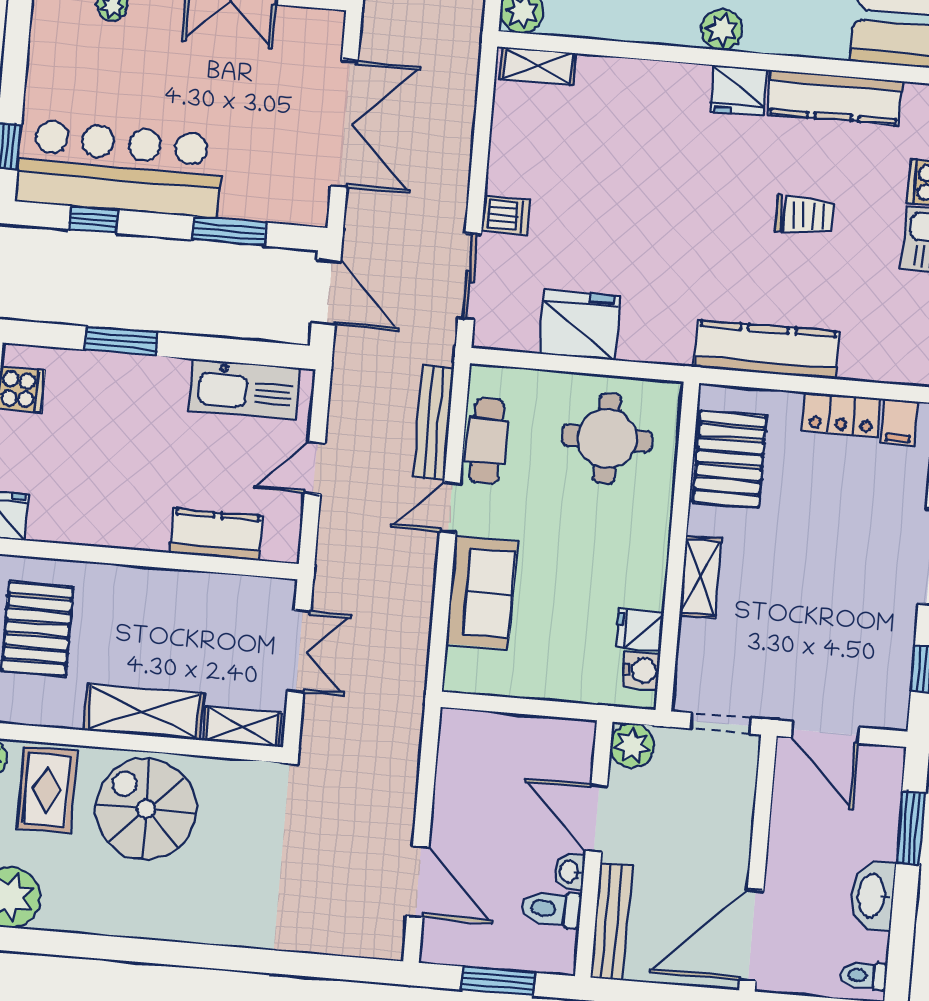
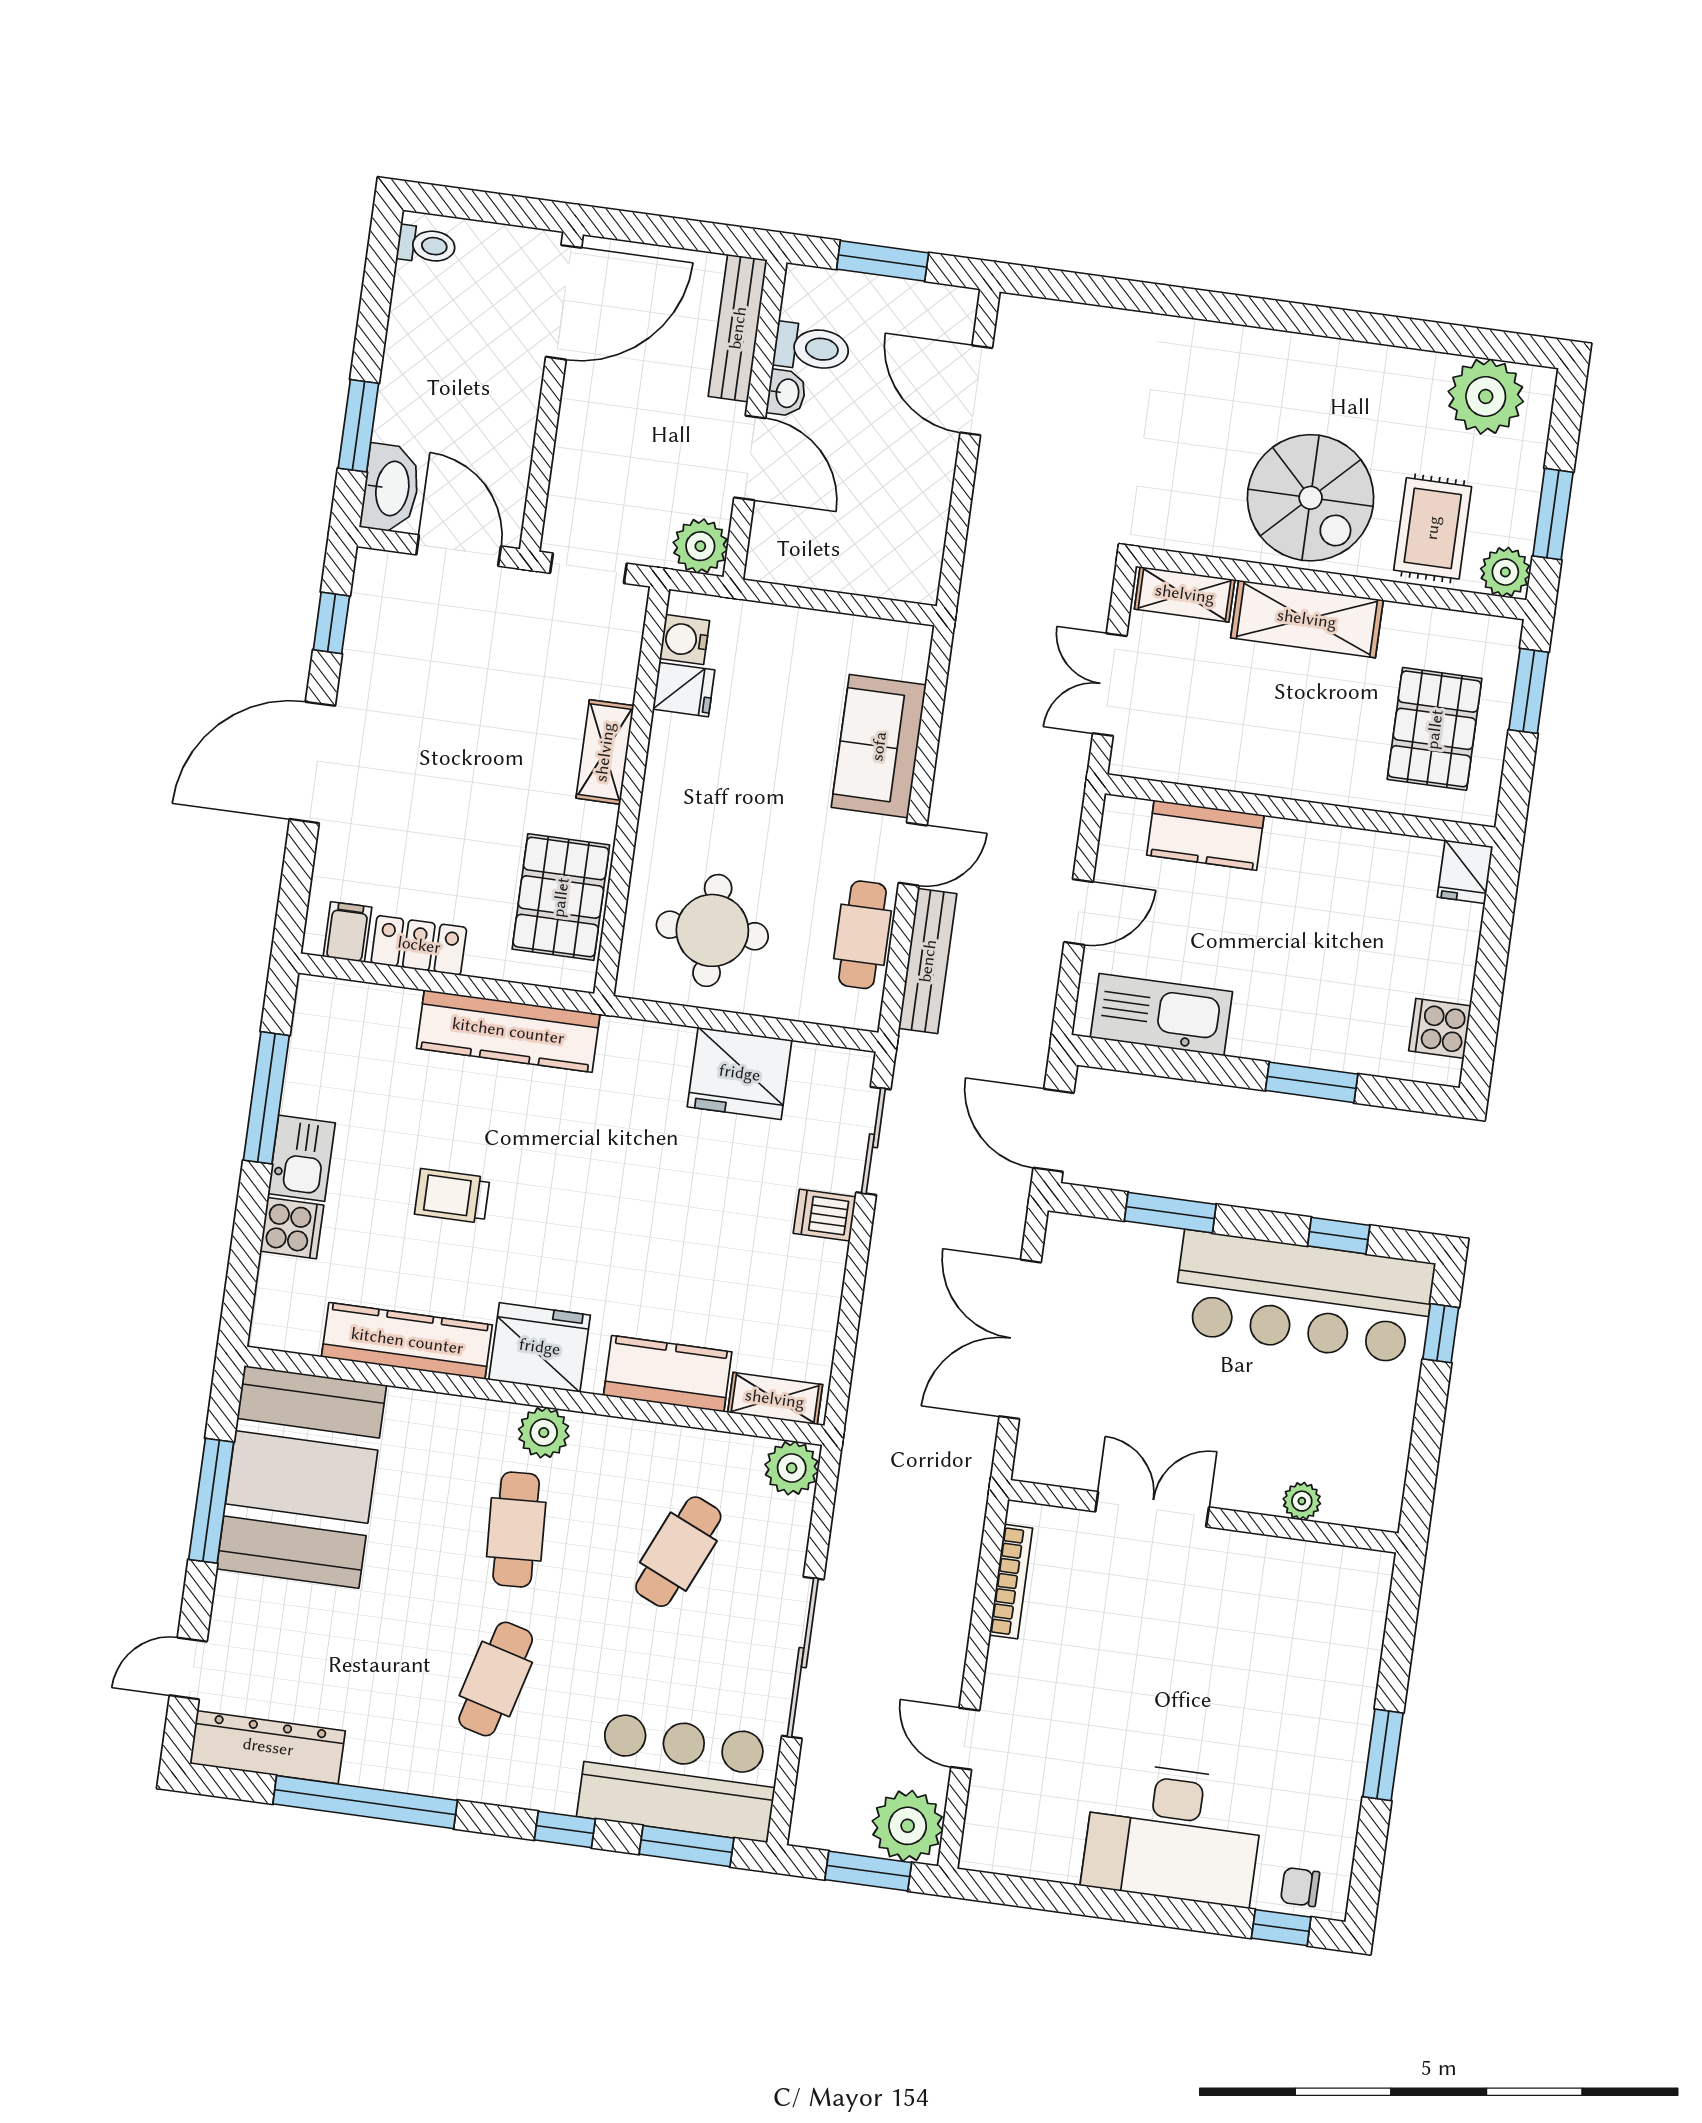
kitchen counter: (625, 82) -> (668, 1374), added
fridge: (739, 91) -> (540, 1347), width x1.36, depth x1.34
washbasin: (873, 896) -> (391, 488), moved

